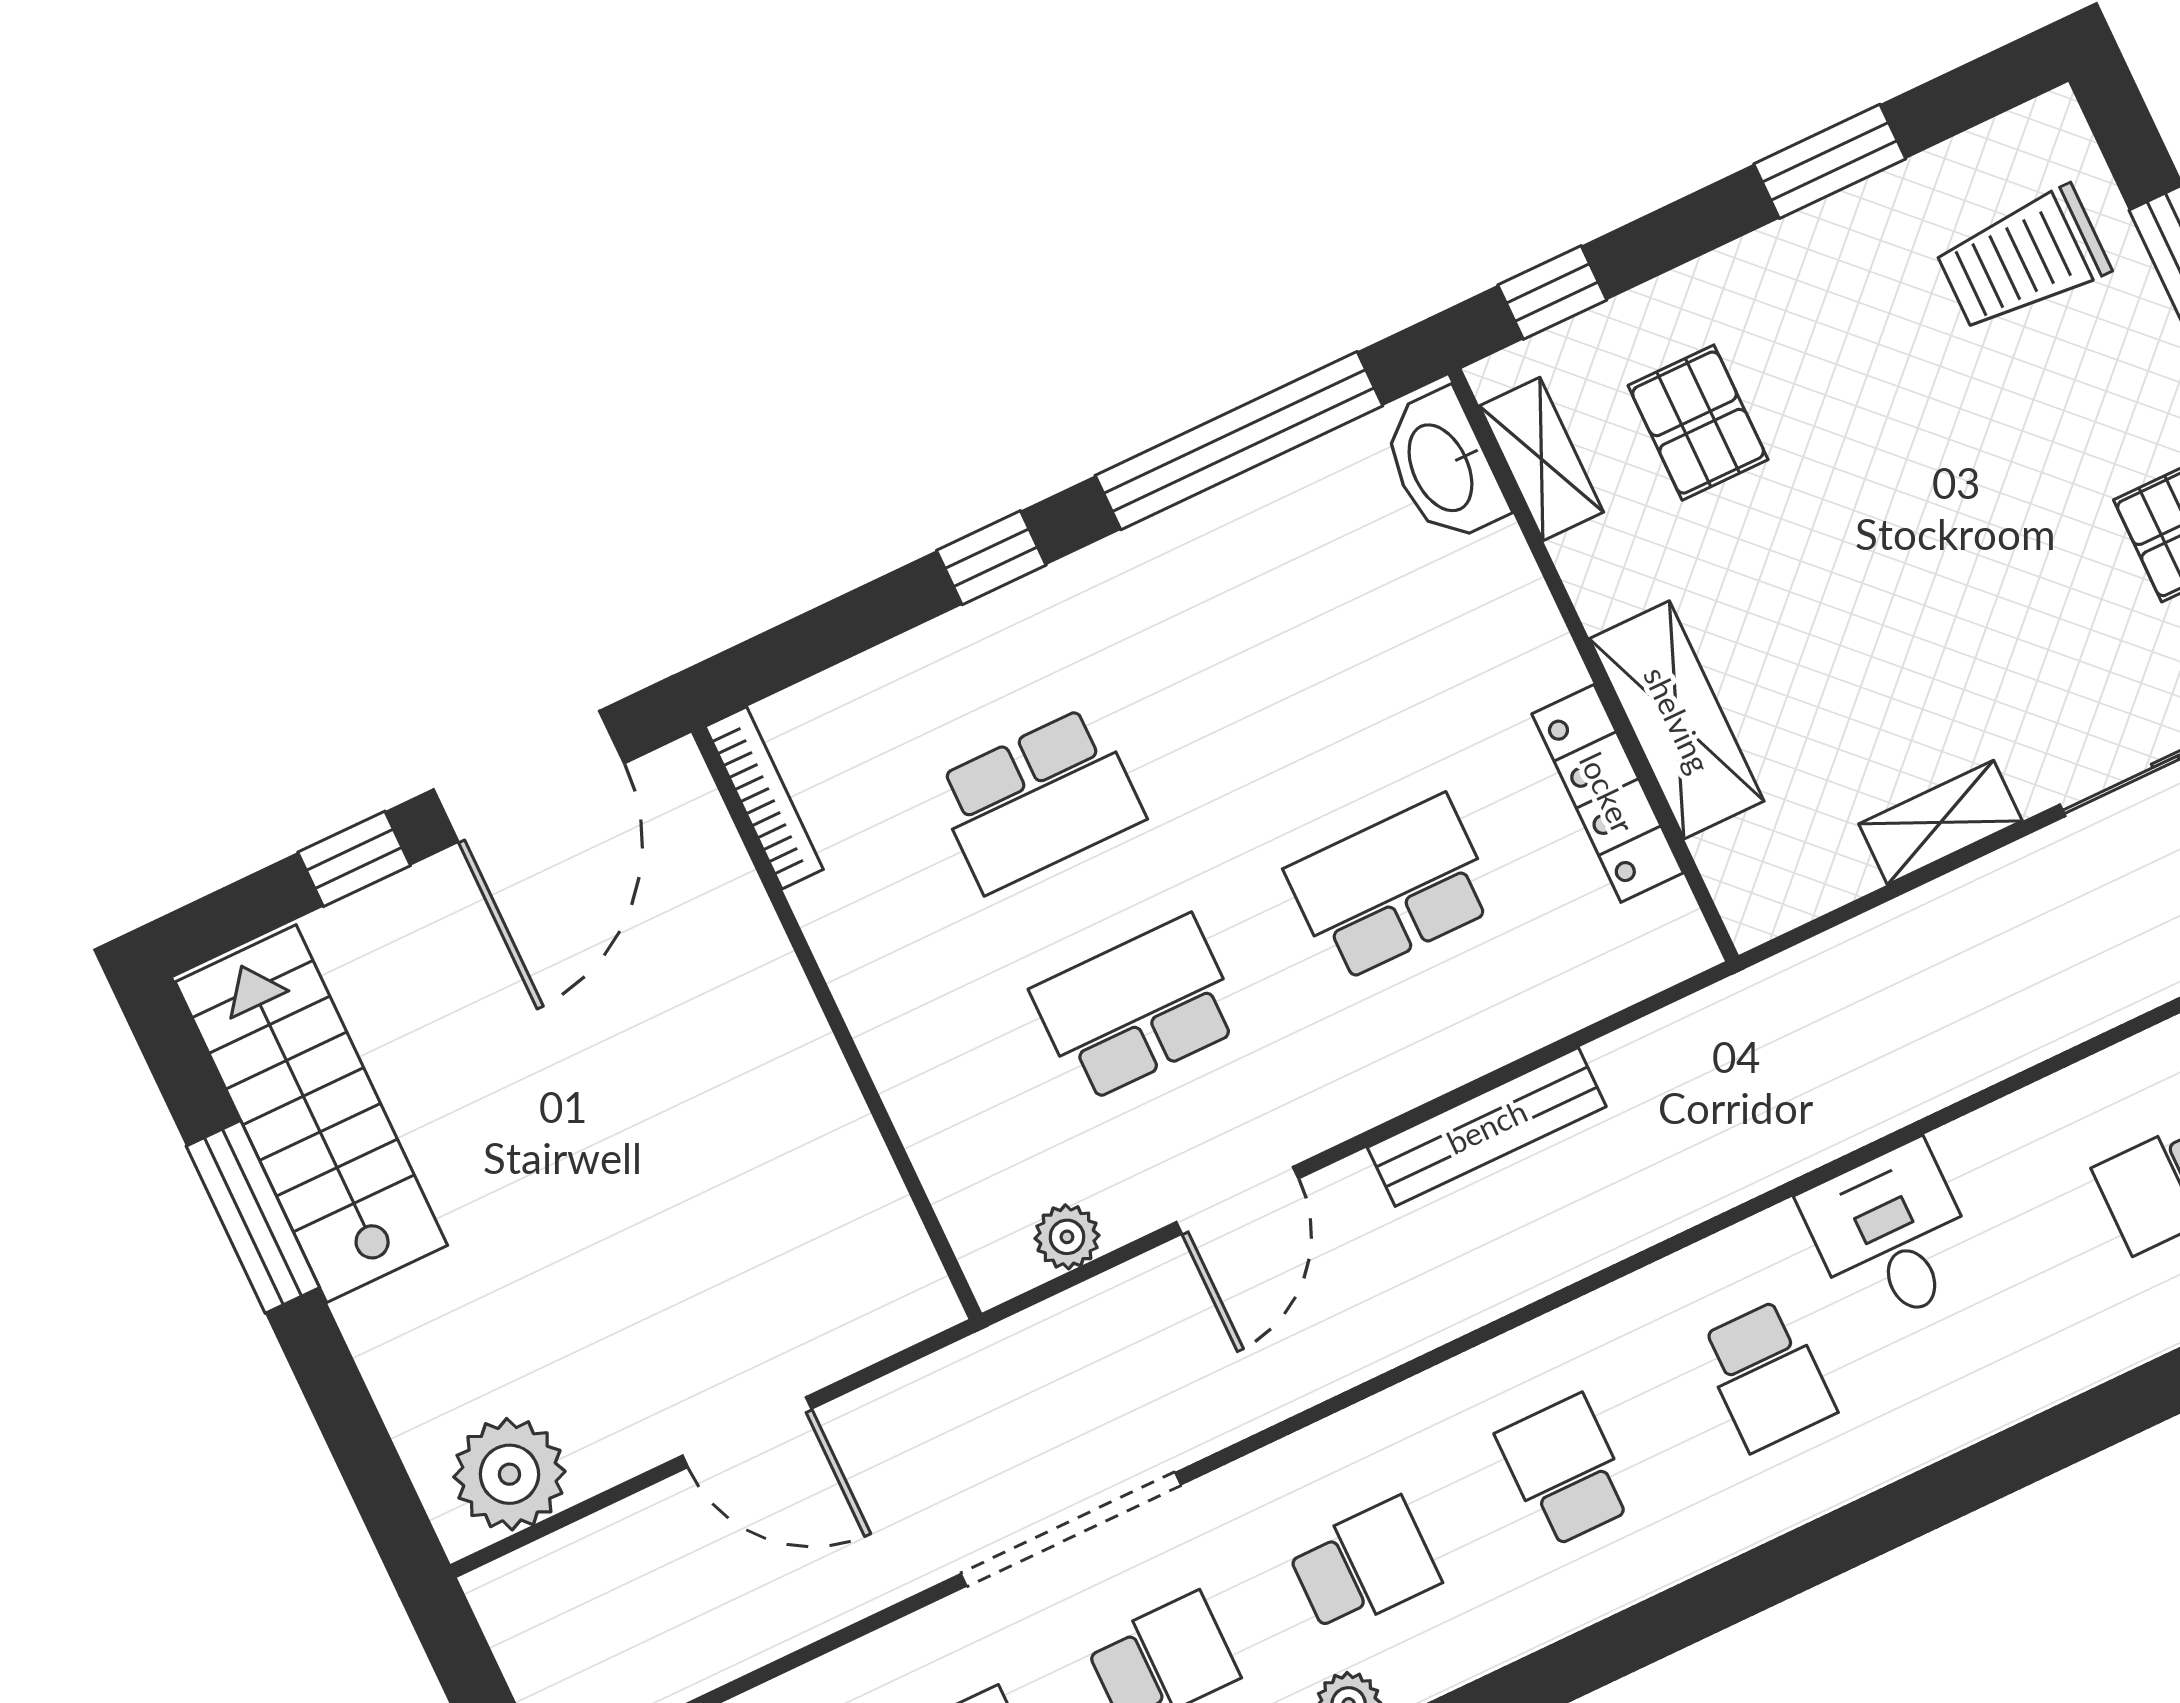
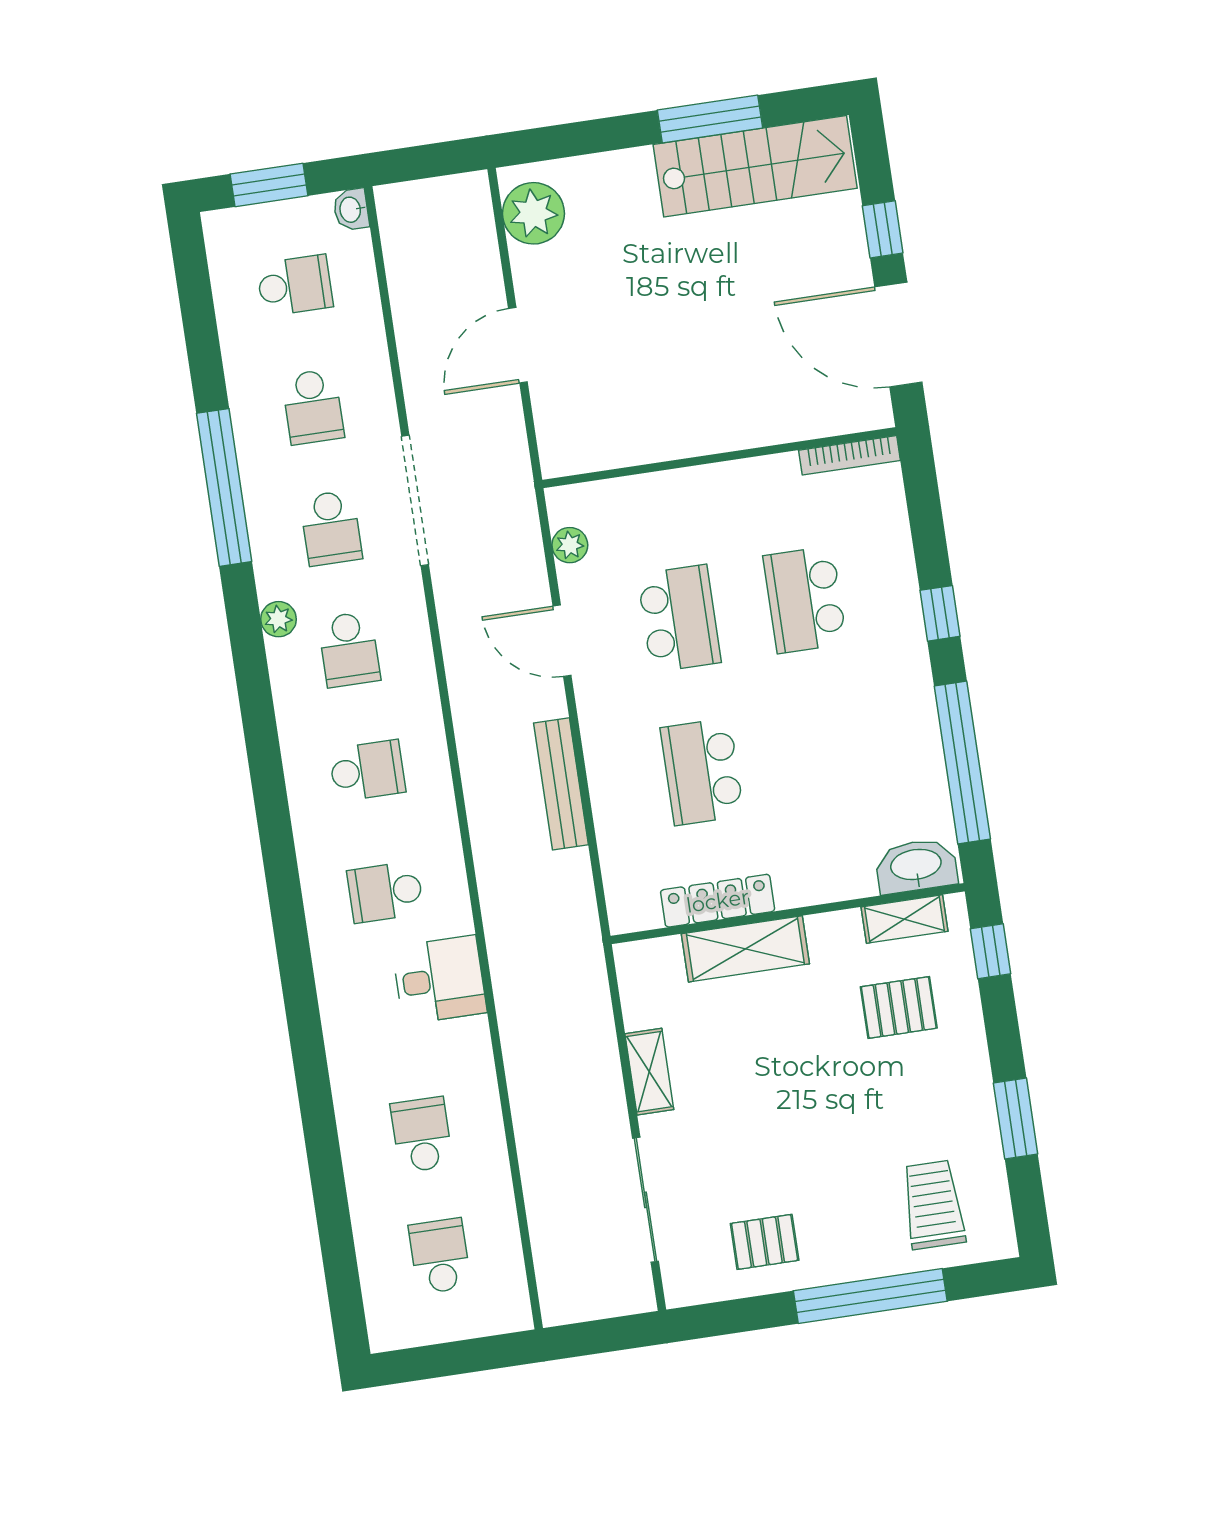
school desk: (1391, 888) -> (702, 772), turned 180

